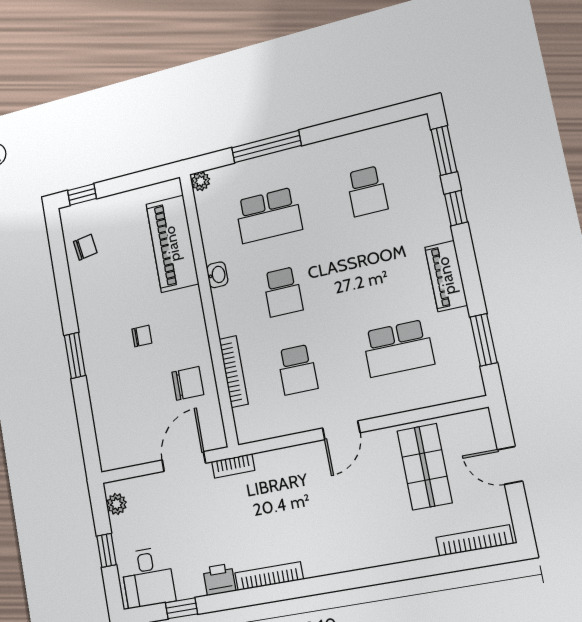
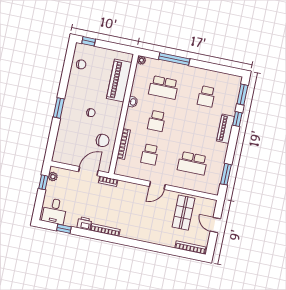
piano: (446, 276) -> (226, 129), moved
window: (106, 550) -> (43, 182), moved

